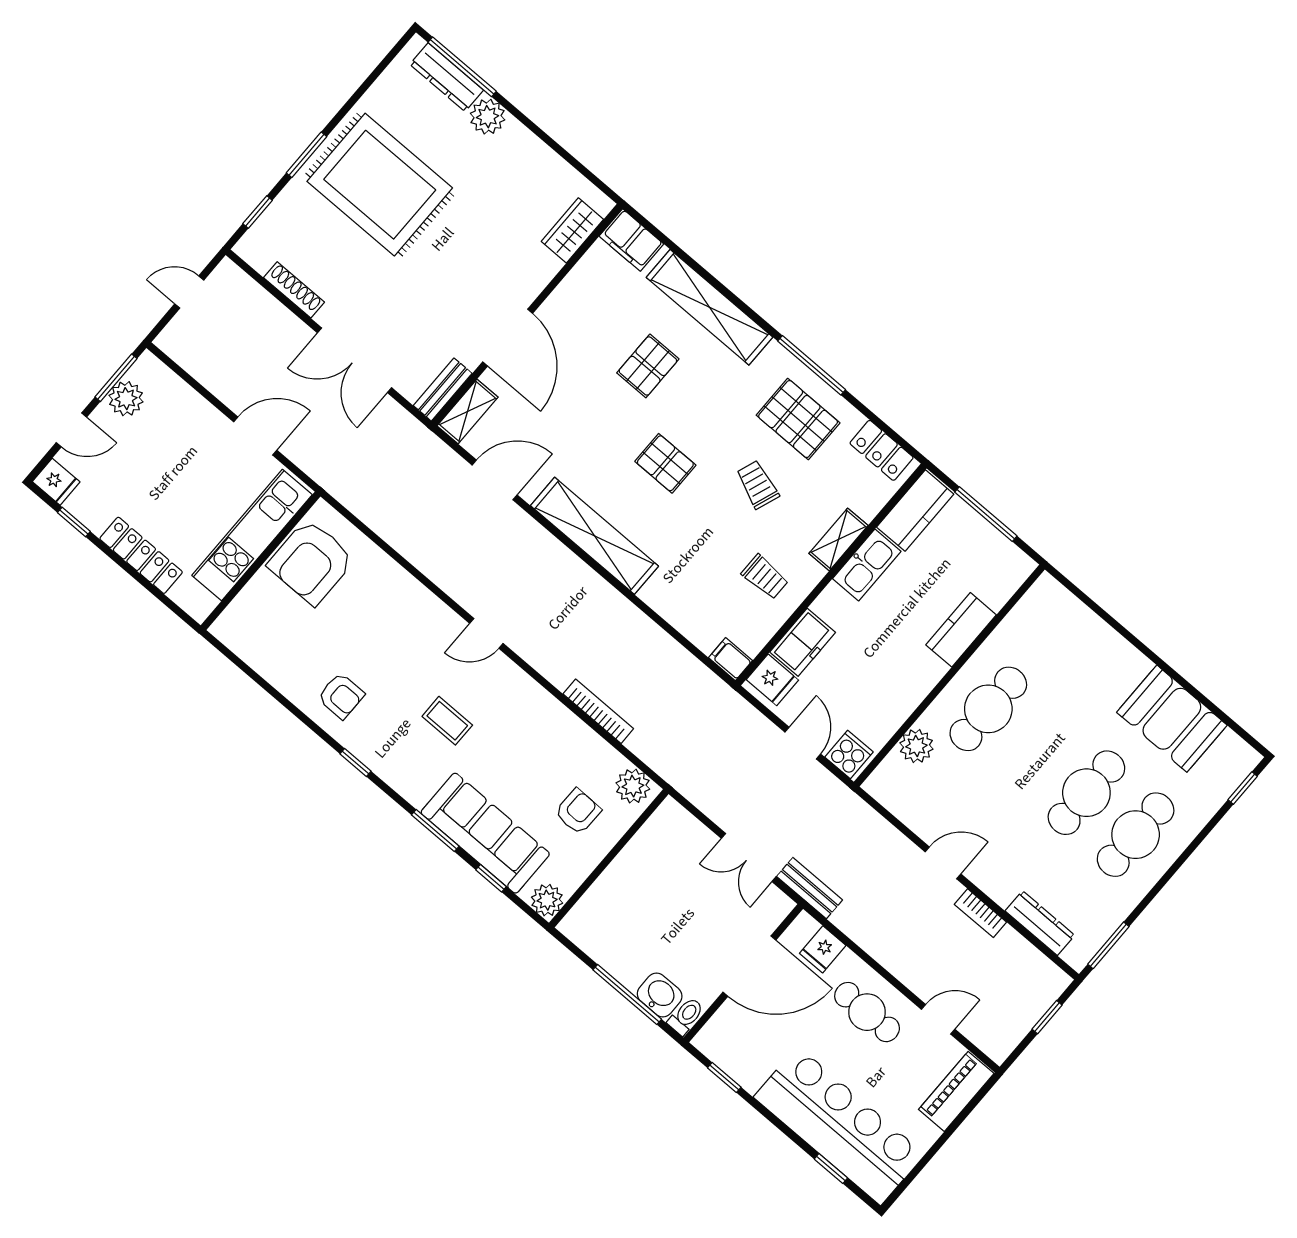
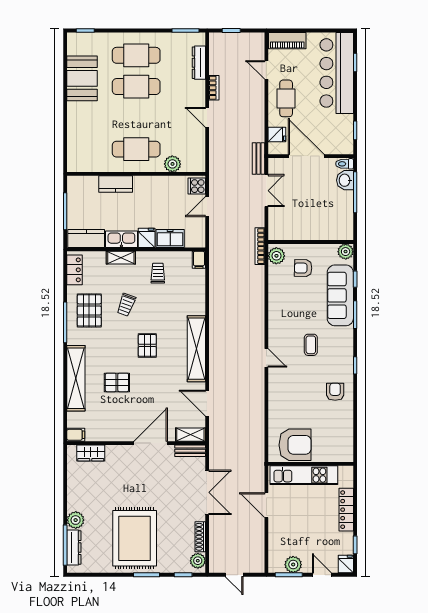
filing cabinet: (631, 240) -> (76, 435), width x0.50
plant: (260, 254) -> (198, 561), added
fridge: (772, 680) -> (147, 238), moved
bookcase: (598, 711) -> (260, 246), moved

